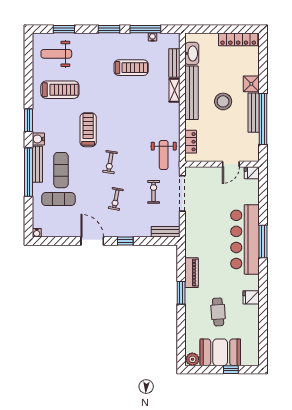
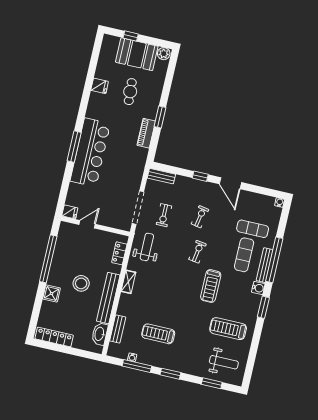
shelving: (174, 90) -> (128, 282), moved
bench: (254, 113) -> (55, 267), removed
fridge: (251, 297) -> (100, 86), moved

